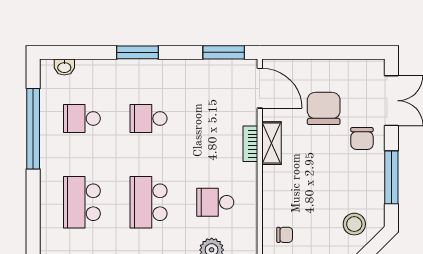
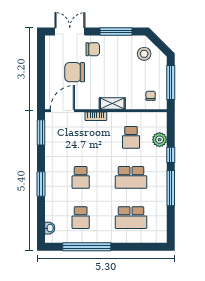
shelving: (272, 143) -> (112, 104), moved

